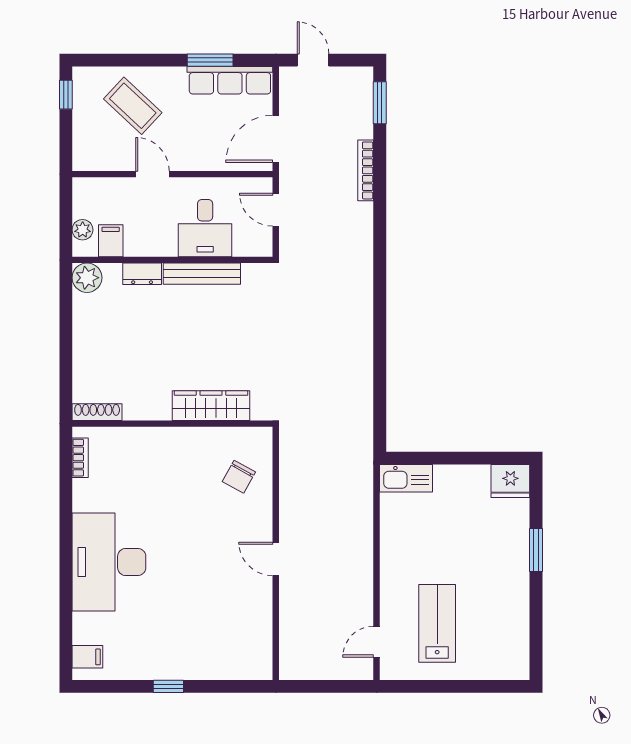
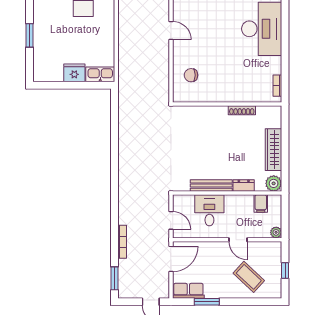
row of seats: (230, 80) -> (188, 291), width x0.68
window: (66, 95) -> (285, 270), moved
plant: (83, 230) -> (276, 232), moved
wardrobe: (211, 406) -> (274, 150), moved, turned 90
shoe rack: (97, 412) -> (242, 110), moved
chair: (239, 477) -> (191, 75), turned -119
fridge: (510, 481) -> (74, 73), moved

